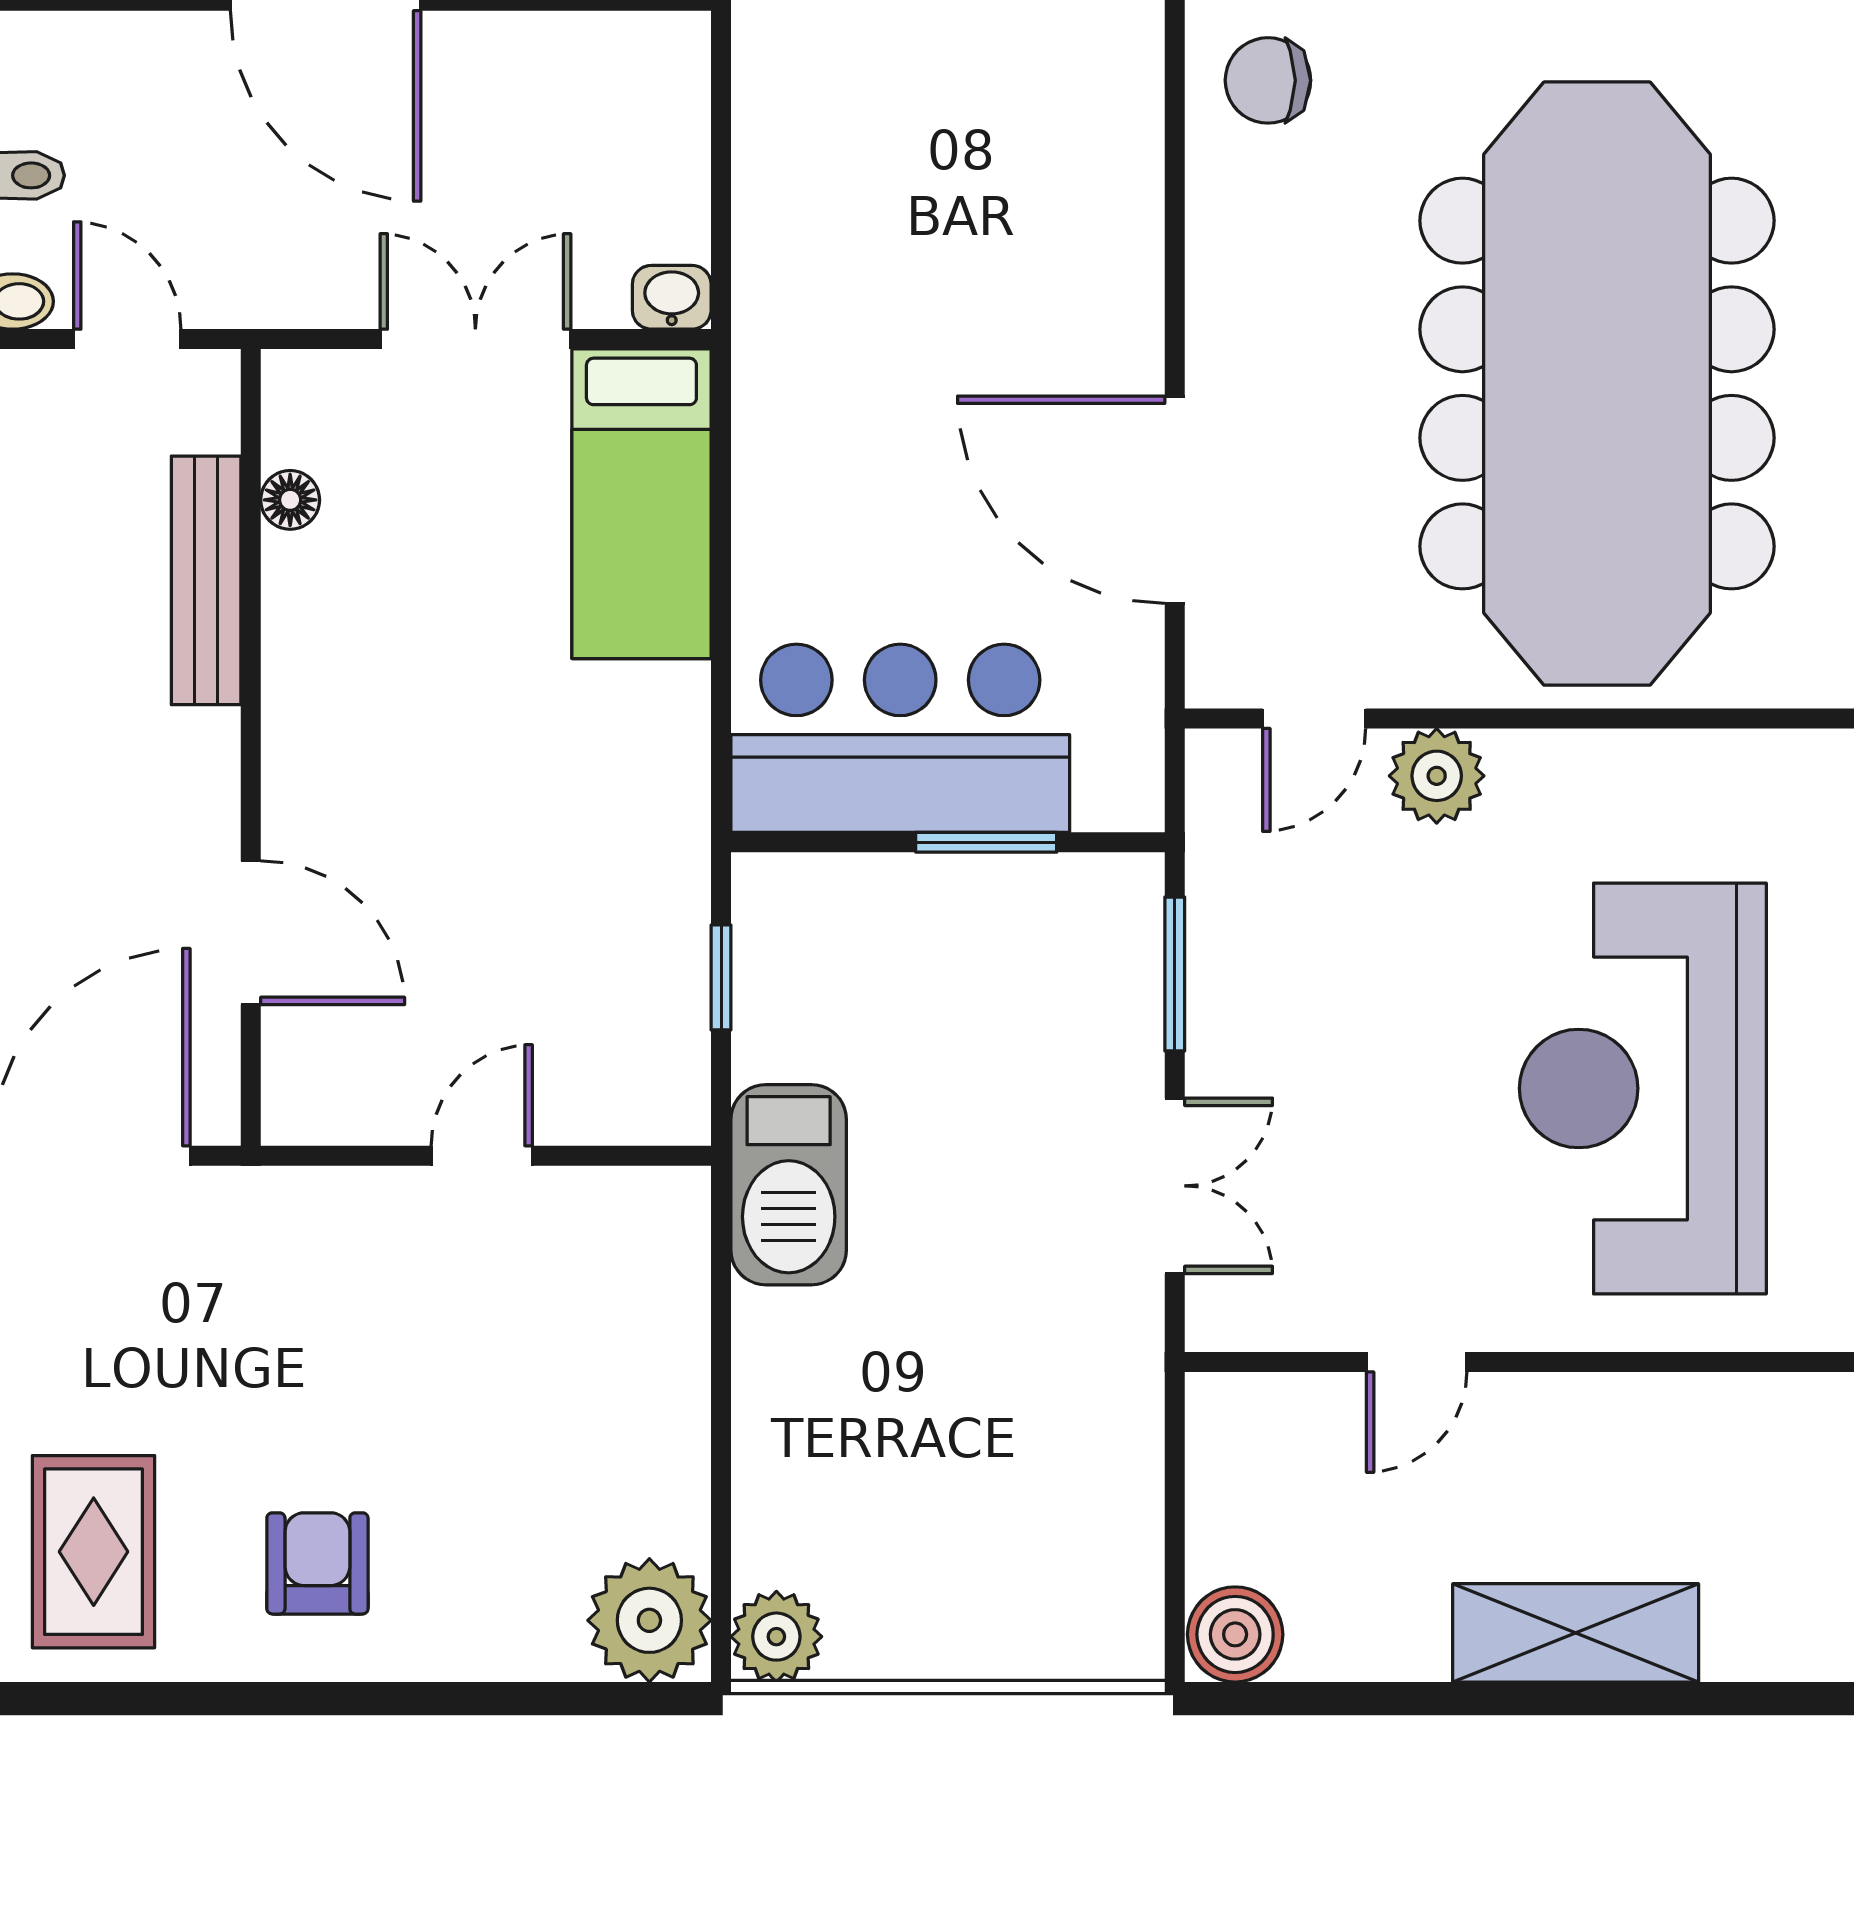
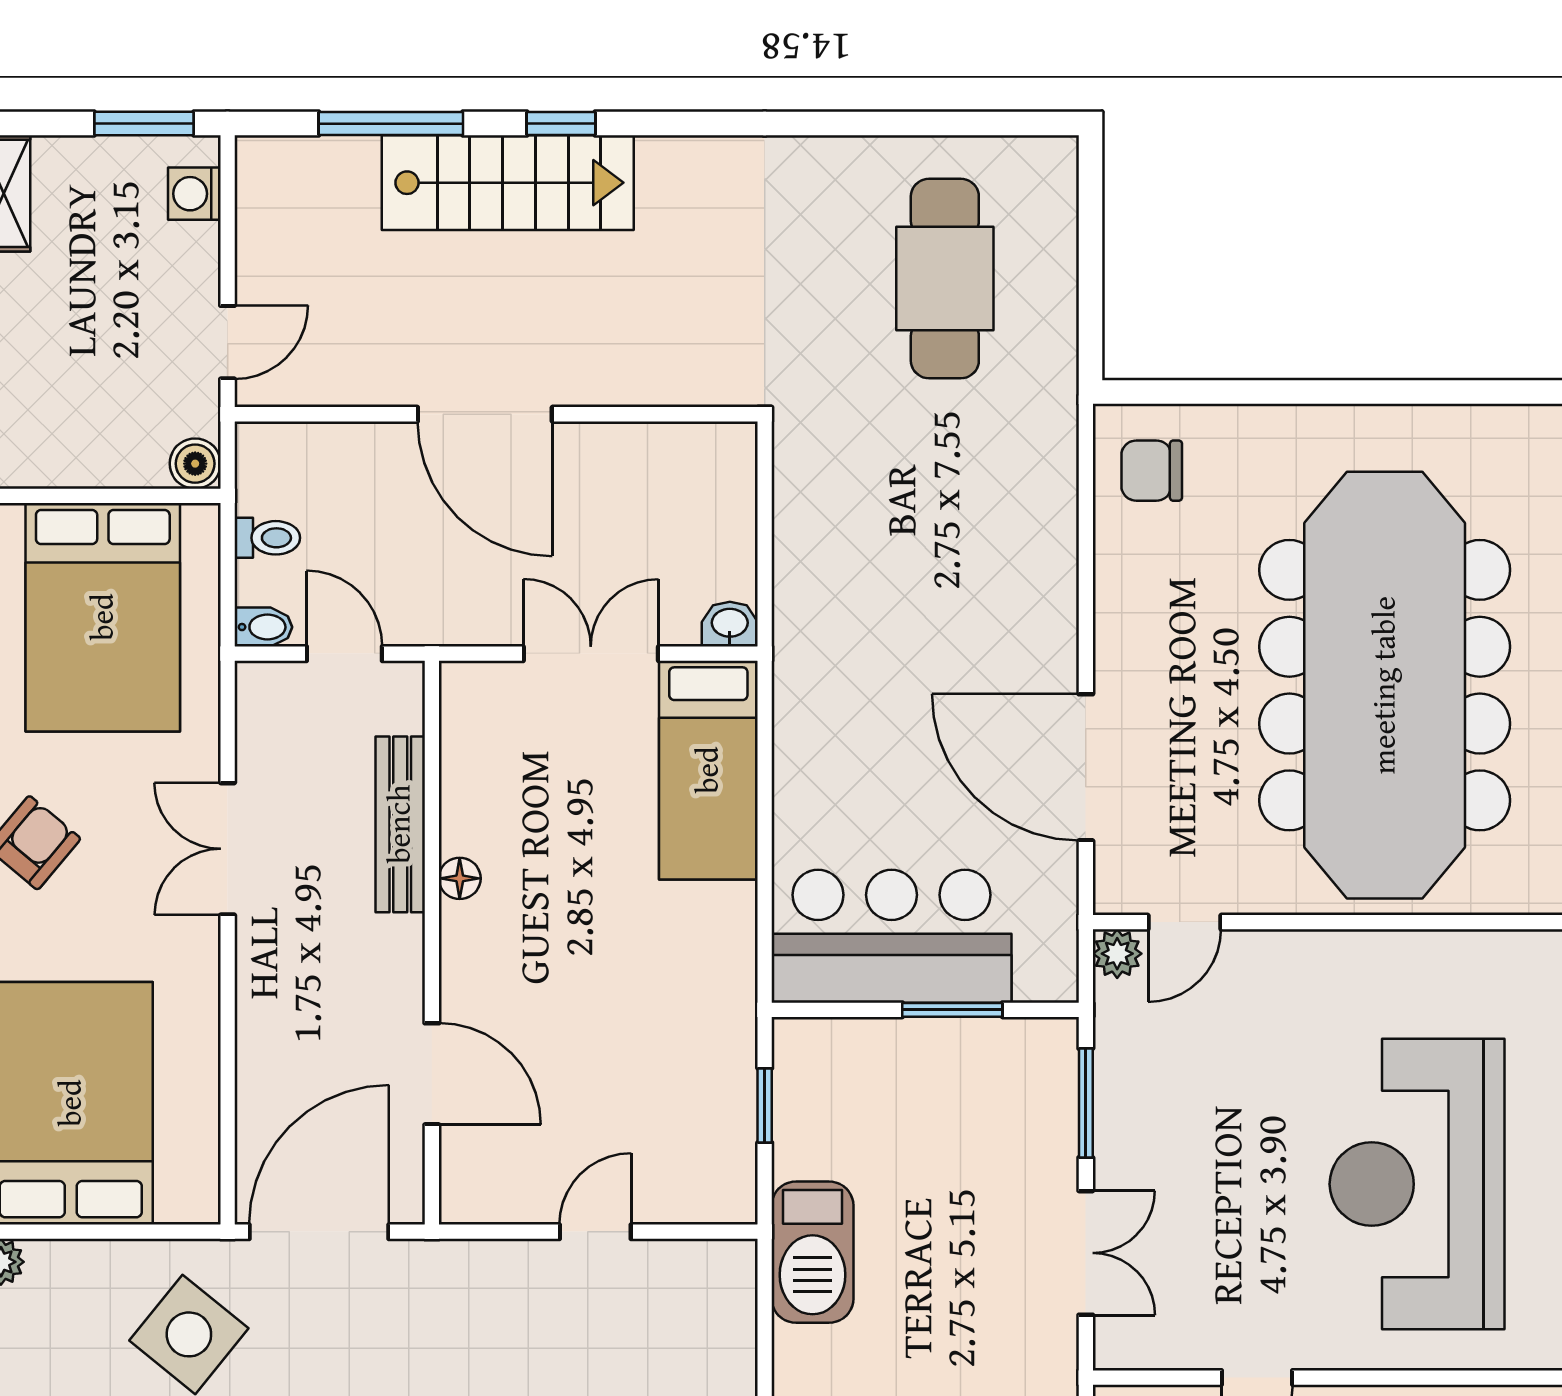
floor lamp: (290, 500) -> (460, 878), moved
plant: (1437, 776) -> (1117, 954), moved, width x0.73, depth x0.73

